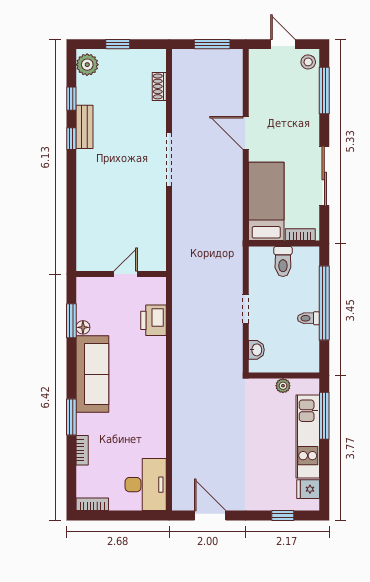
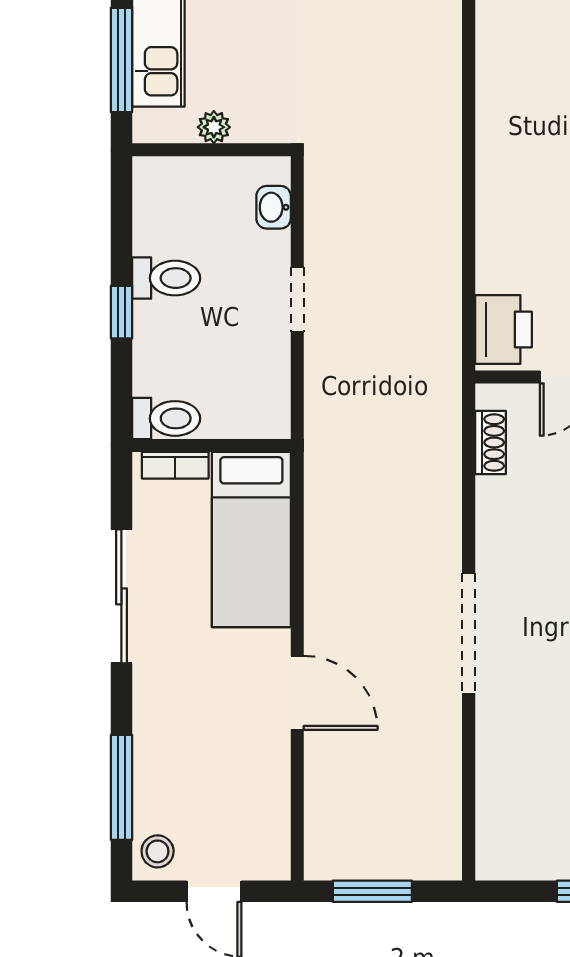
shoe rack: (159, 86) -> (490, 443), moved
toilet: (283, 261) -> (166, 418), moved, turned 90
window: (324, 303) -> (121, 312), width x0.32
toilet: (309, 318) -> (166, 278), width x1.37, depth x1.39
printer: (154, 320) -> (503, 330), moved

